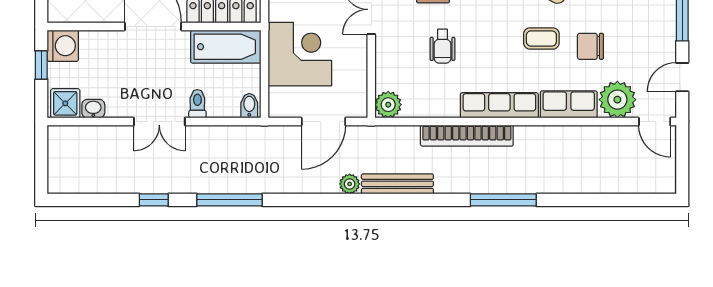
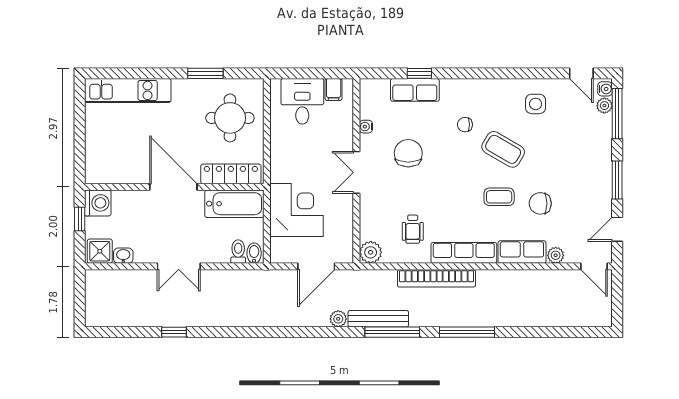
wheelchair: (442, 46) -> (413, 229), moved
plant: (617, 100) -> (556, 255), width x0.53, depth x0.53
toilet: (197, 104) -> (238, 252), moved
window: (229, 200) -> (392, 332), moved

